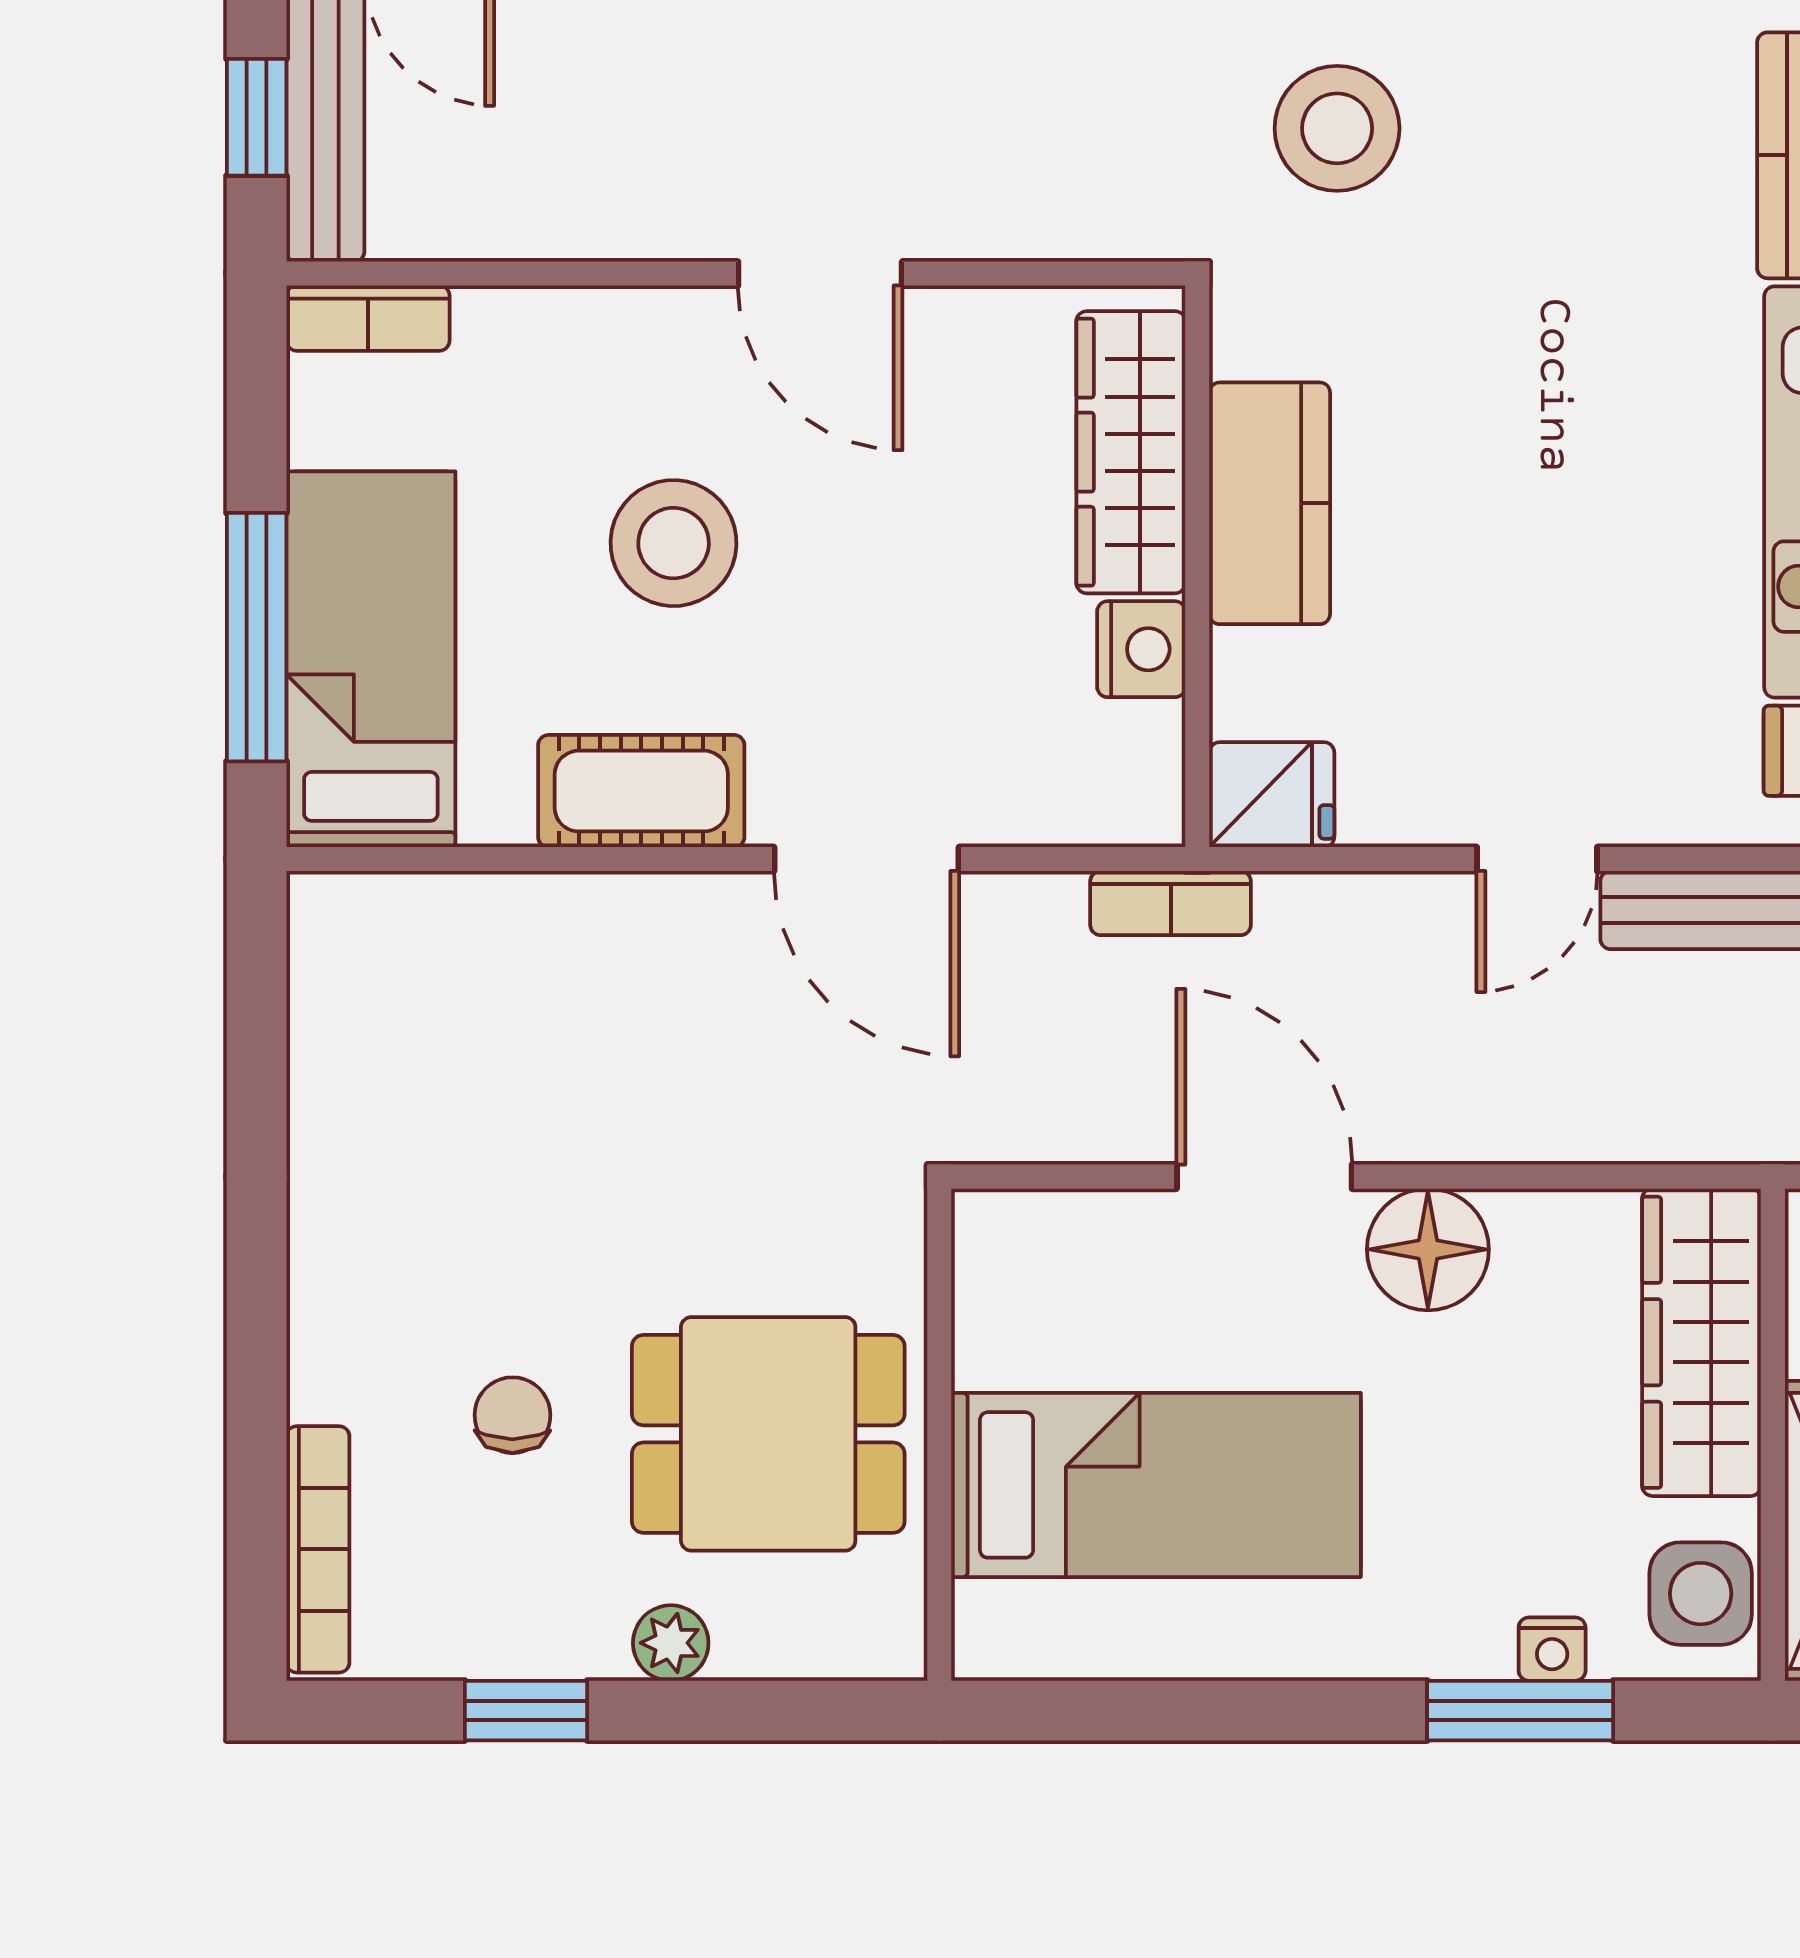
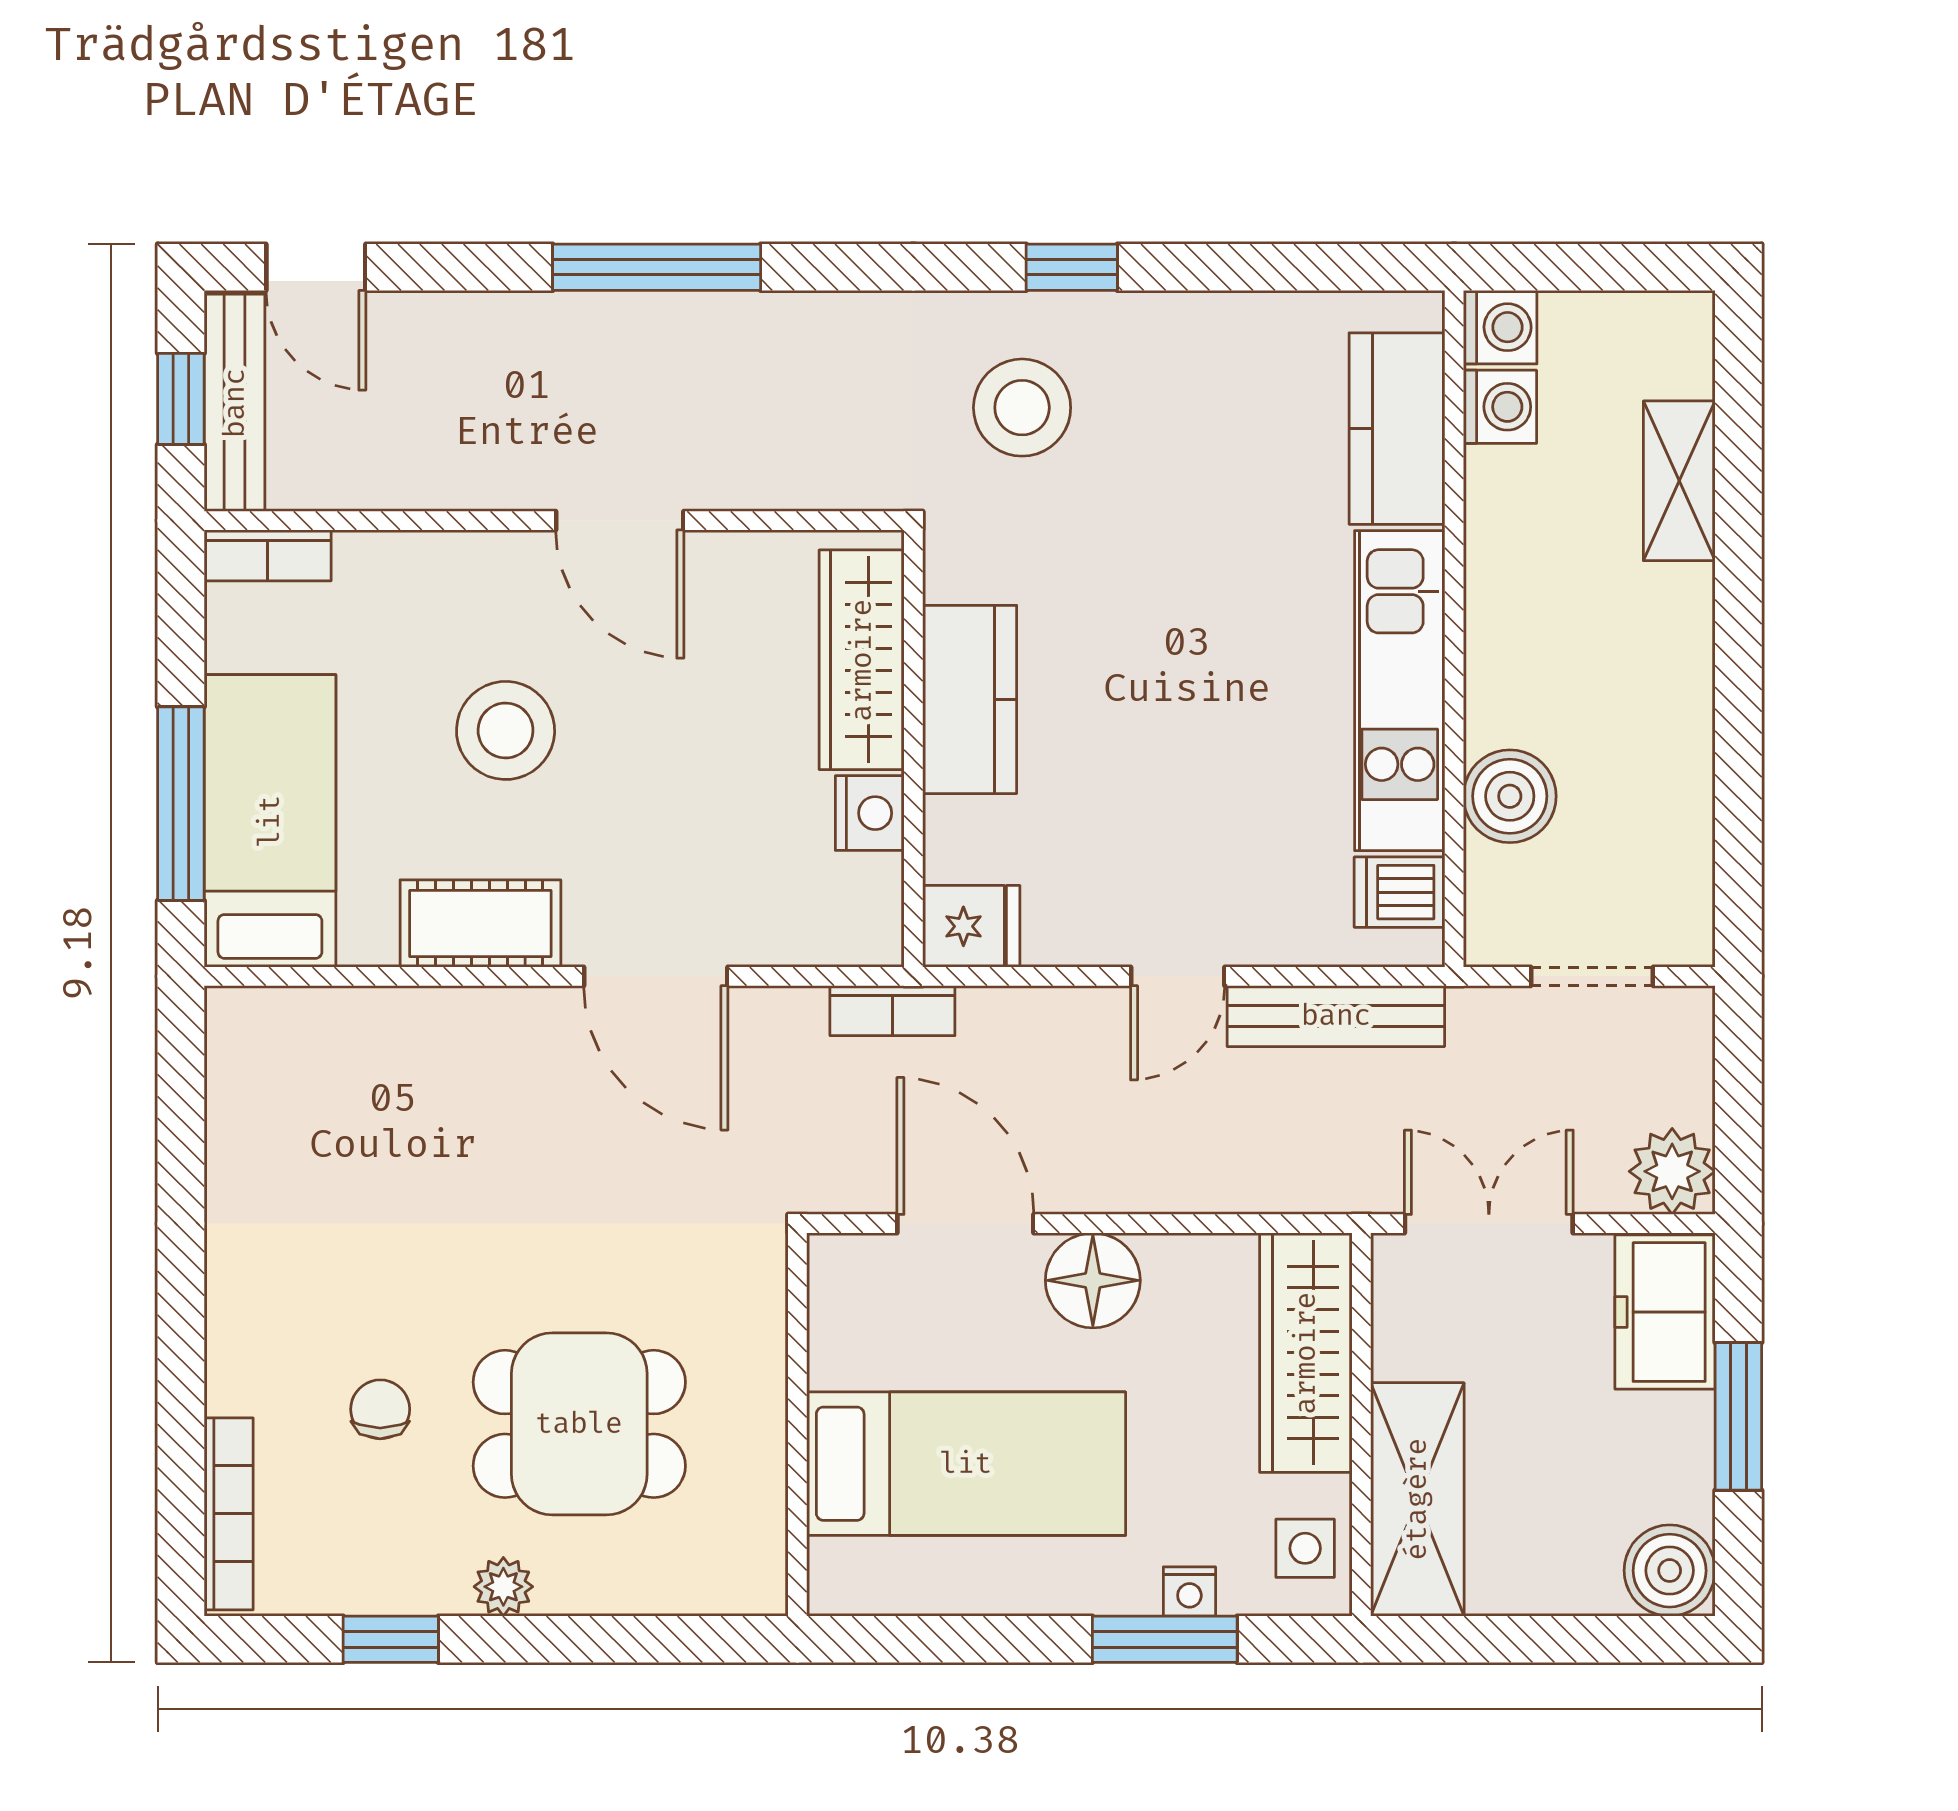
wall: (939, 1435) -> (797, 1425), moved
bed: (1156, 1485) -> (966, 1464), moved
side table: (1701, 1594) -> (1305, 1548), width x0.73, depth x0.73

